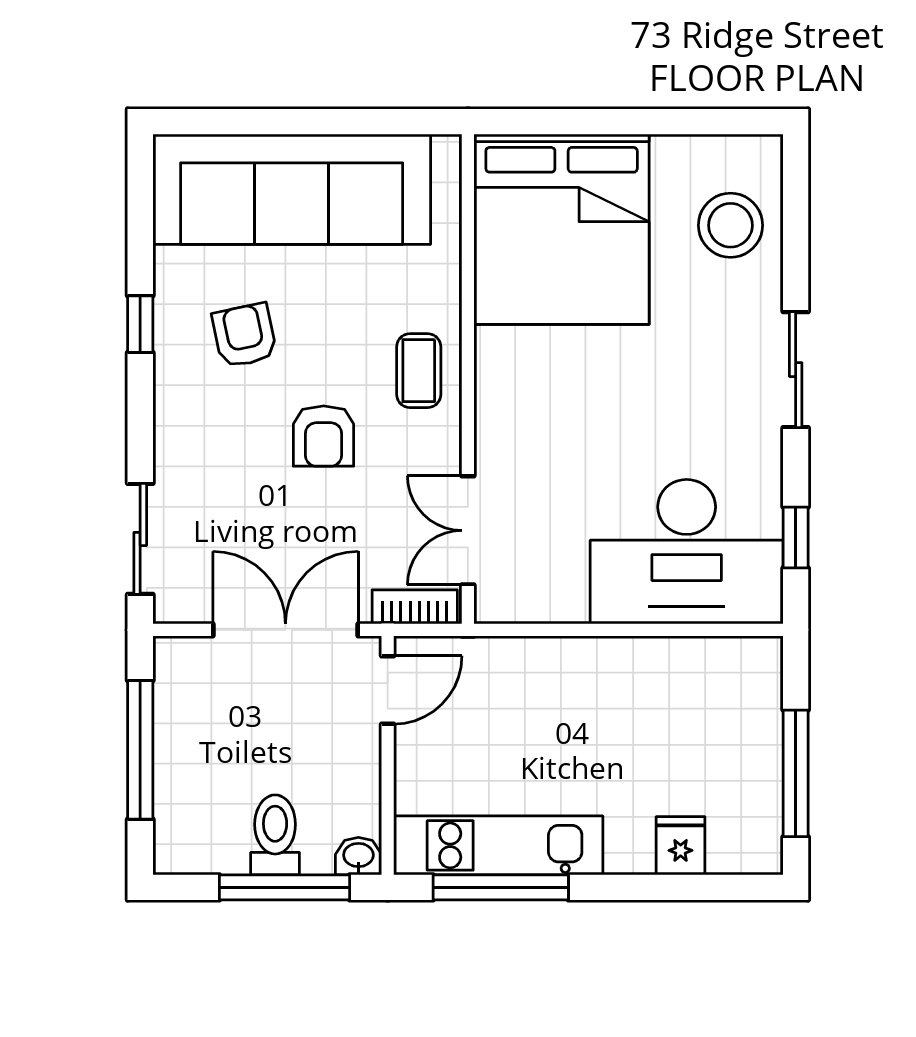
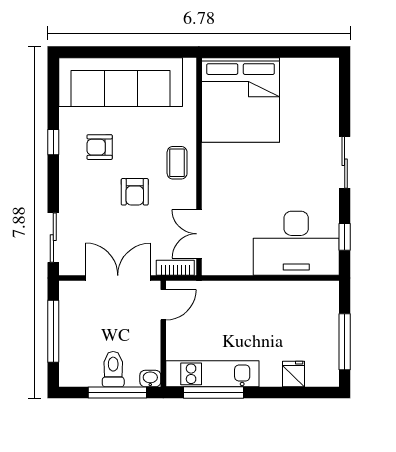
stool: (731, 225) -> (316, 98), removed
armchair: (244, 335) -> (100, 147), turned -78

